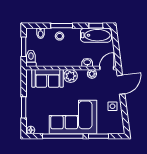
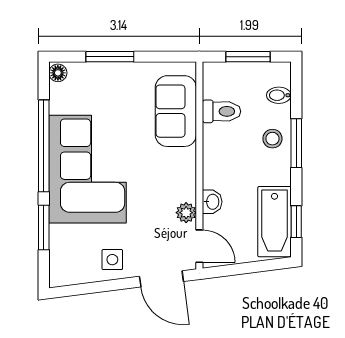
toilet: (31, 58) -> (222, 111), moved
plant: (71, 76) -> (181, 164), removed

